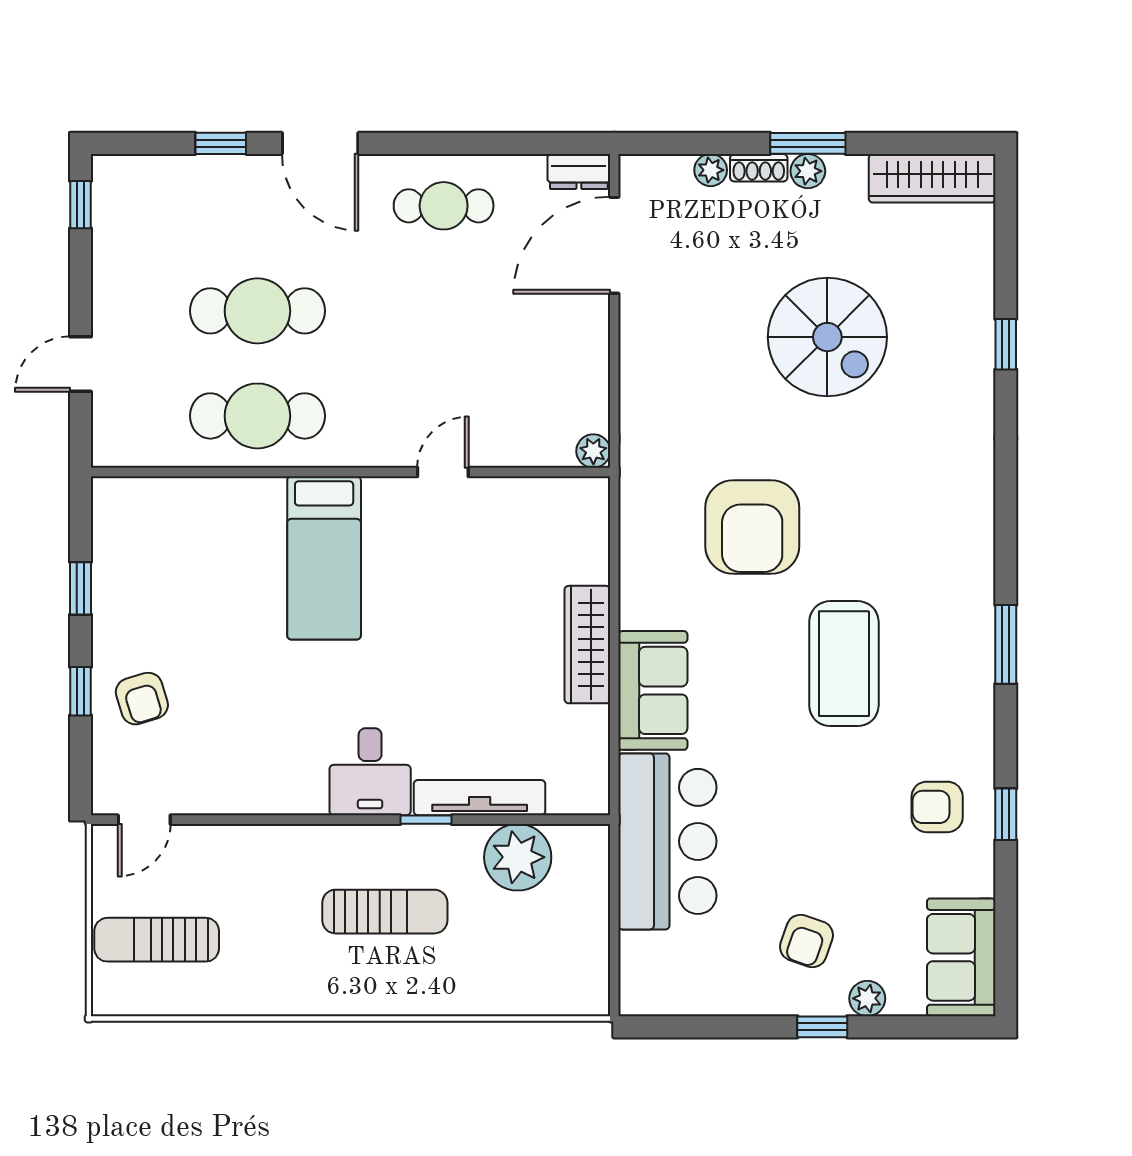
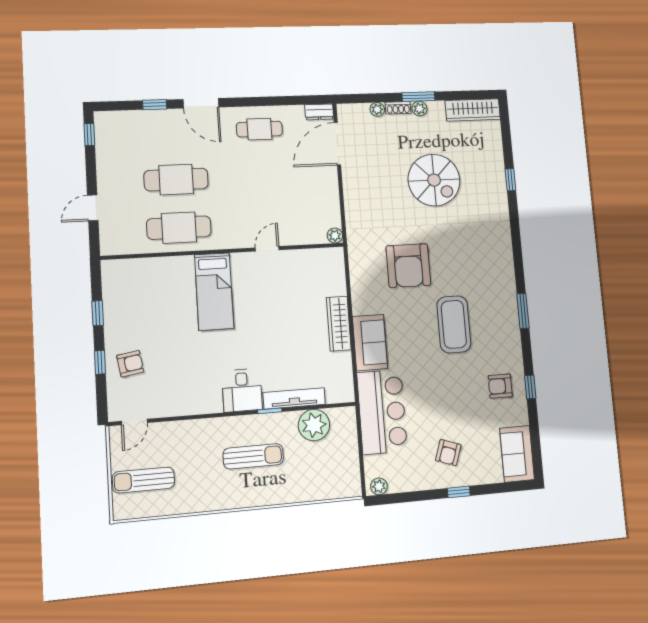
armchair: (142, 699) -> (130, 364), turned -82
plant: (867, 998) -> (379, 486), moved

